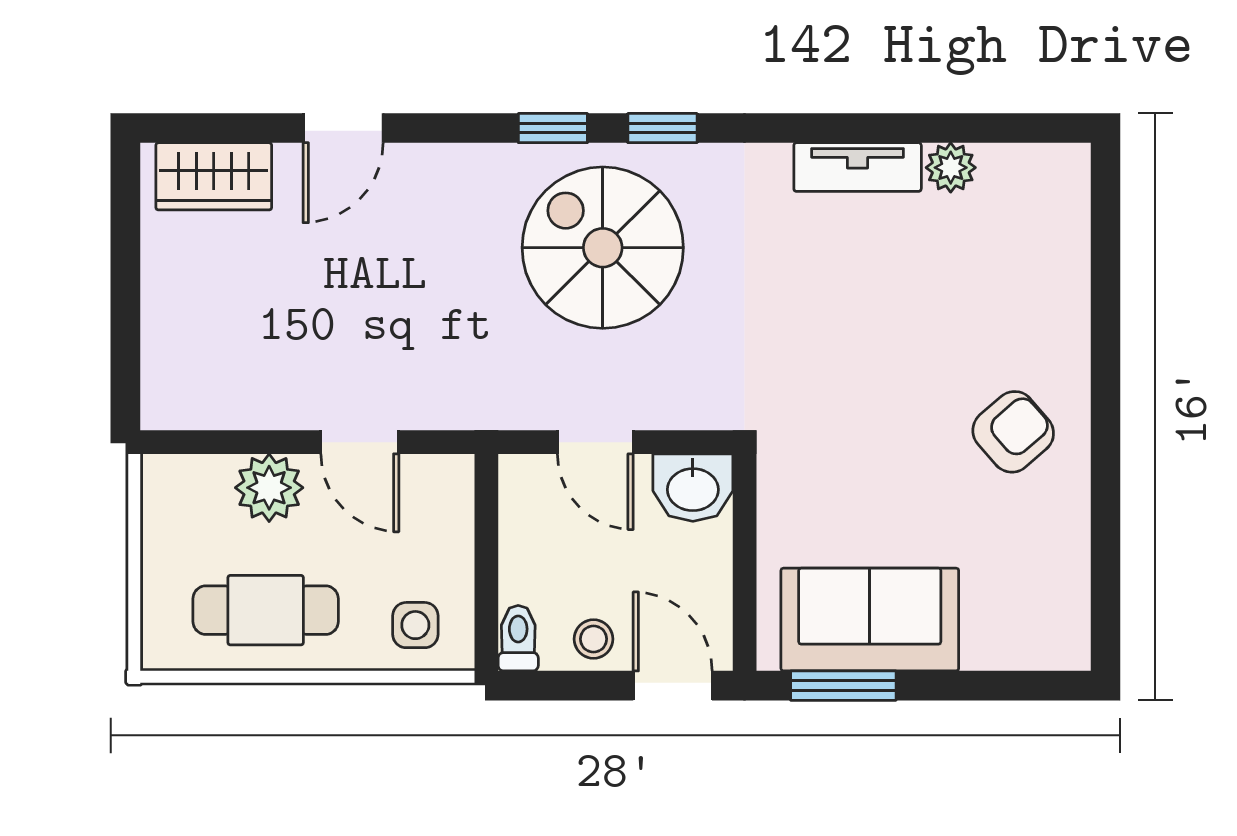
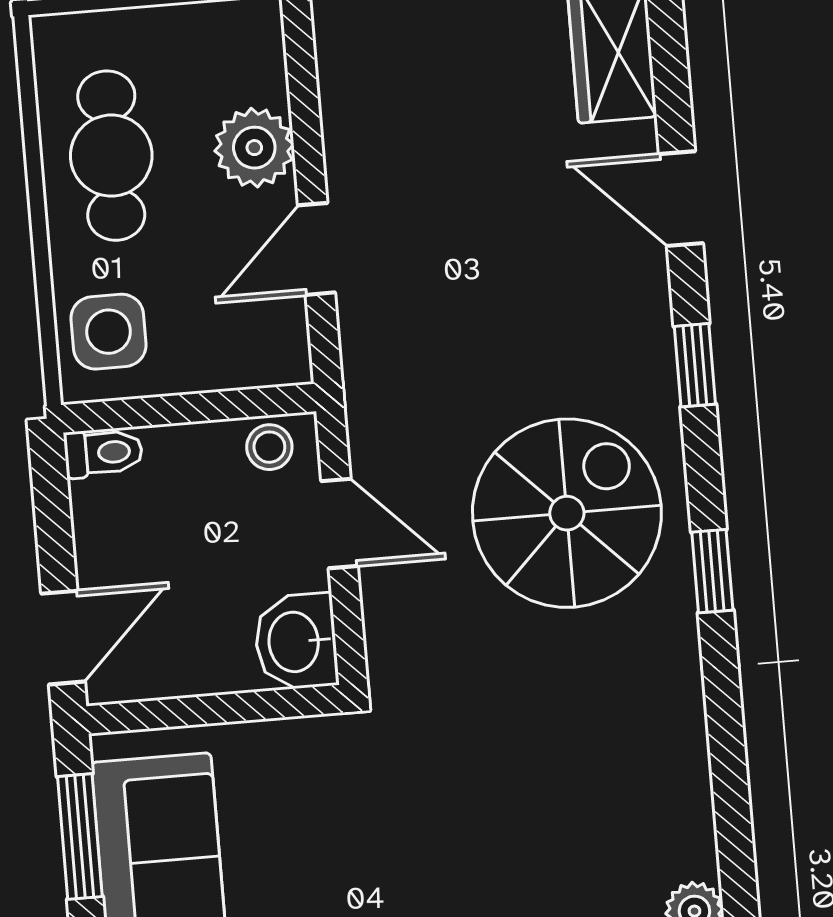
window: (553, 128) -> (695, 365), moved
tv unit: (858, 167) -> (686, 802), removed
door: (595, 442) -> (340, 523), swing flipped
side table: (415, 625) -> (109, 332), width x1.37, depth x1.37
stool: (593, 639) -> (269, 447), moved

